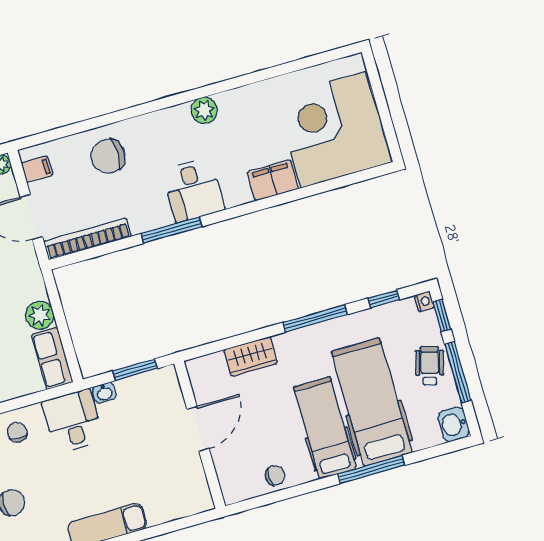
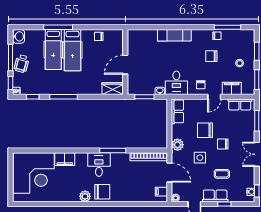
chair: (108, 156) -> (102, 192), moved
plant: (40, 315) -> (178, 145), moved
wardrobe: (251, 356) -> (113, 89), moved
hospital bed: (372, 402) -> (53, 49), width x0.73, depth x0.78

